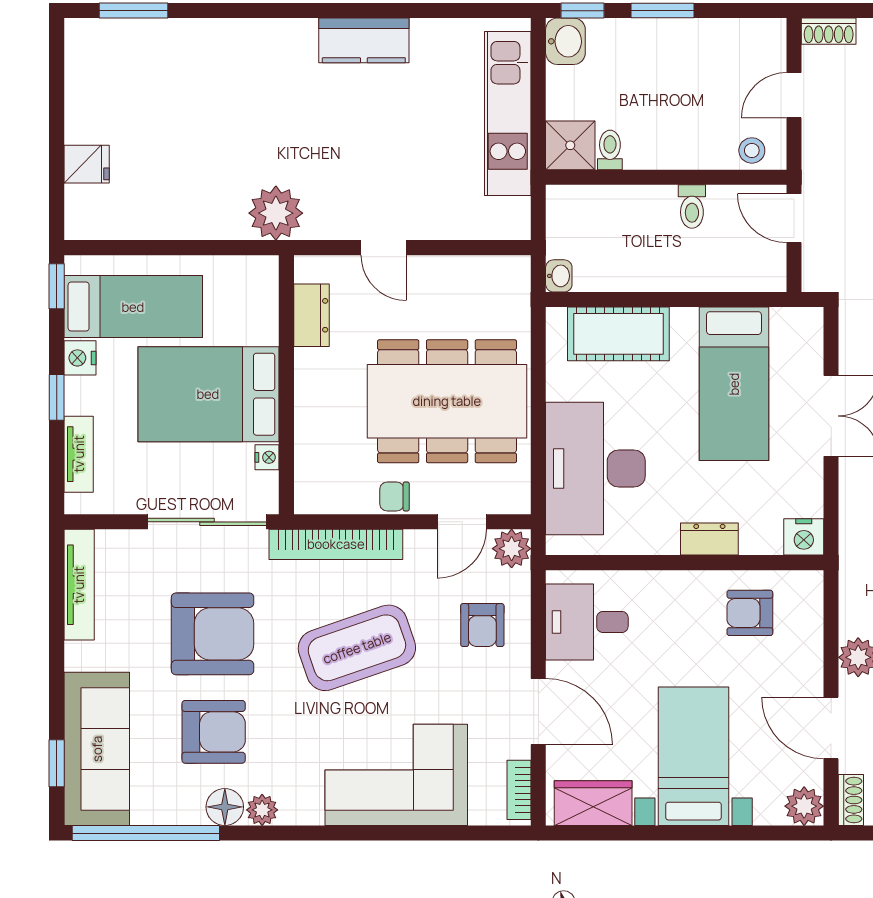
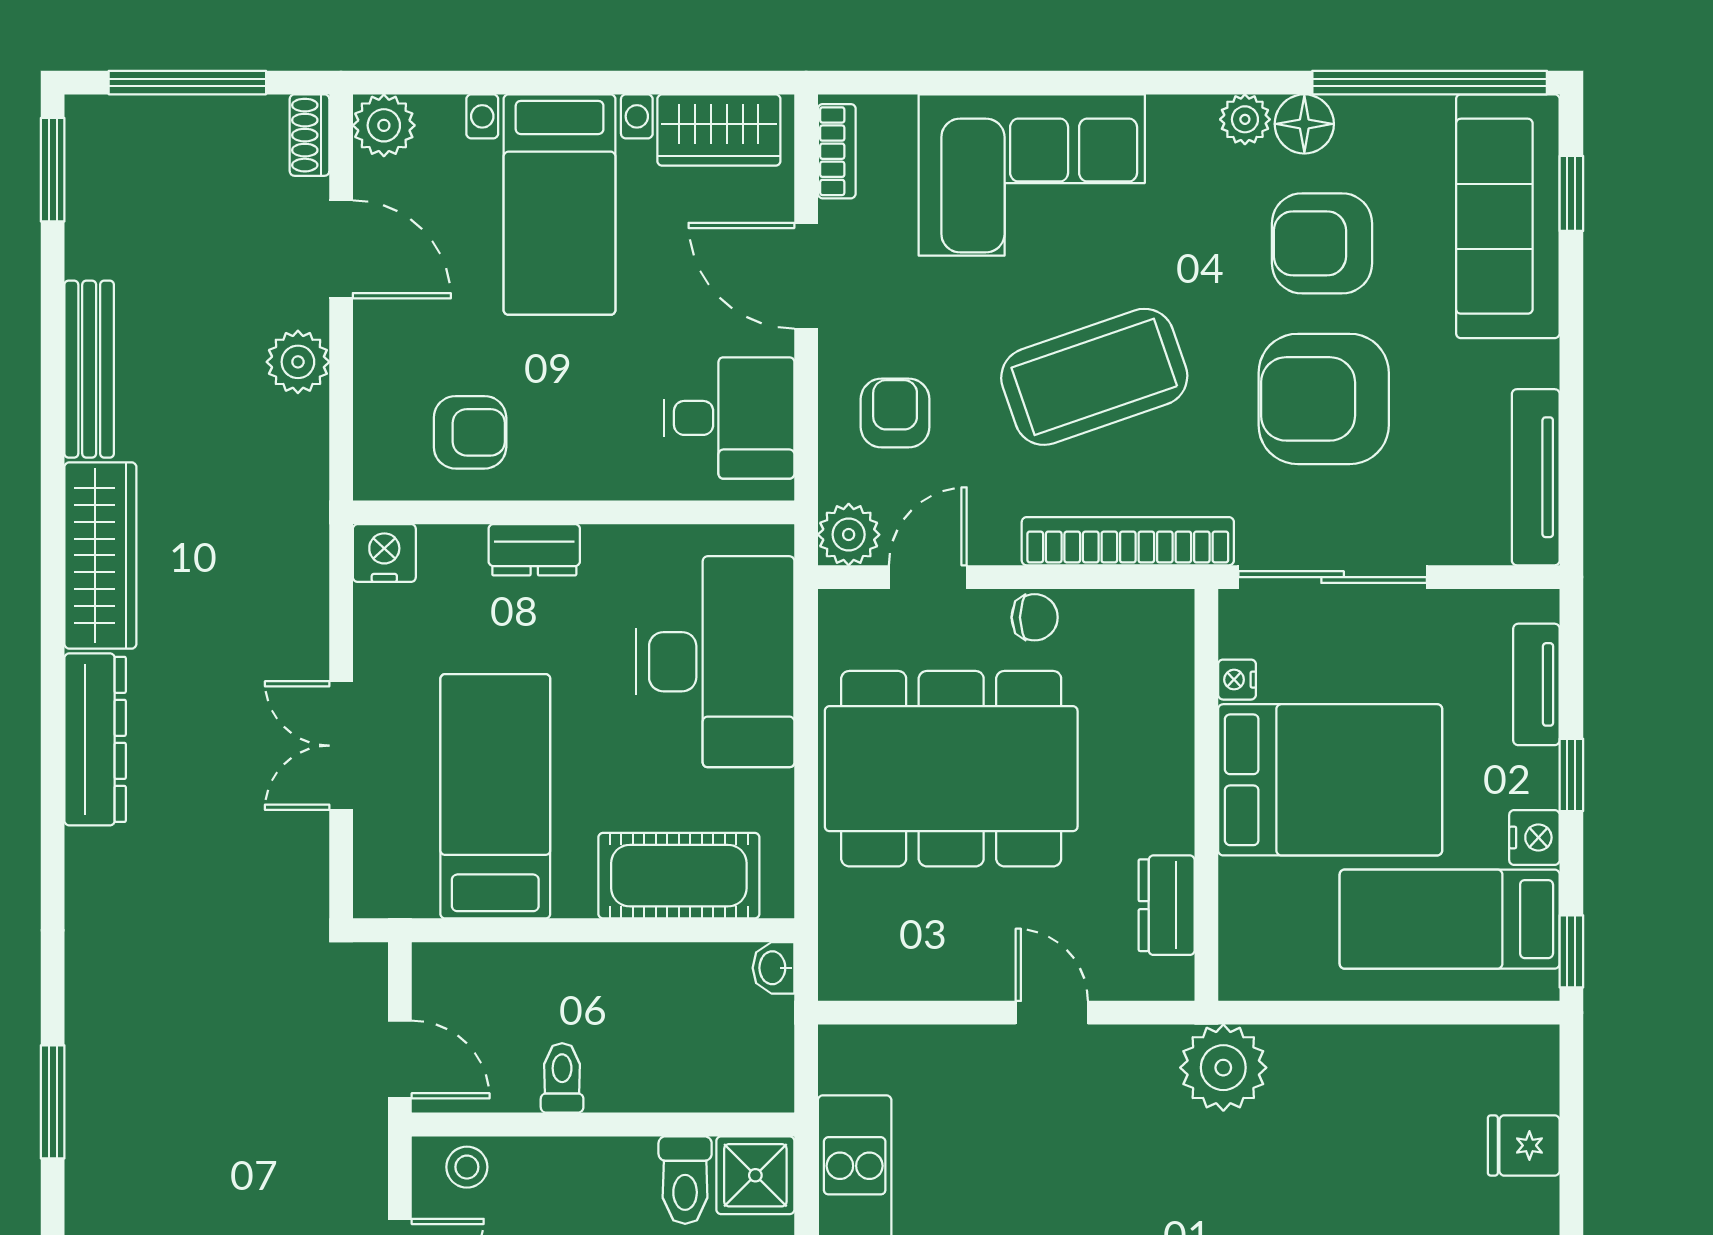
toilet: (610, 150) -> (685, 1180), width x1.37, depth x1.39

